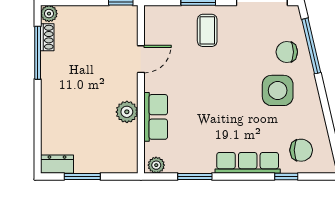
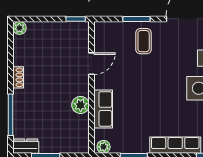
shoe rack: (47, 37) -> (18, 77), moved
window: (38, 53) -> (11, 115), moved

